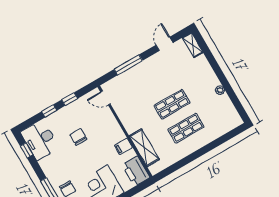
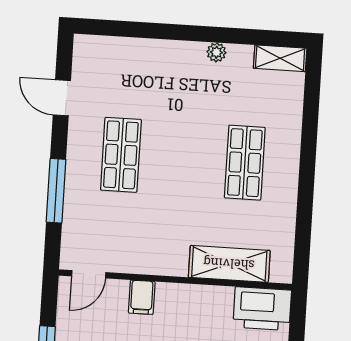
shelving: (193, 45) -> (280, 58), moved
shop shelf: (172, 104) -> (121, 155), moved
filing cabinet: (123, 146) -> (142, 297), moved

